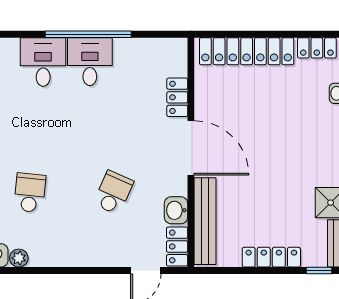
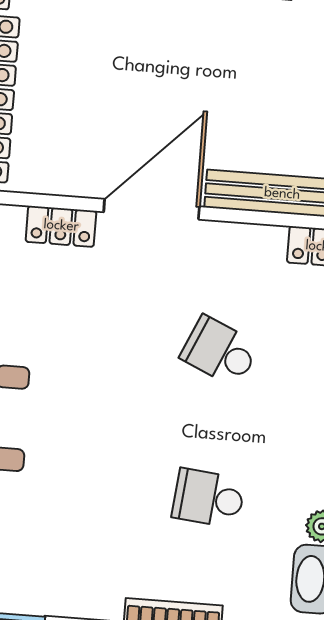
washbasin: (176, 210) -> (259, 244), removed

